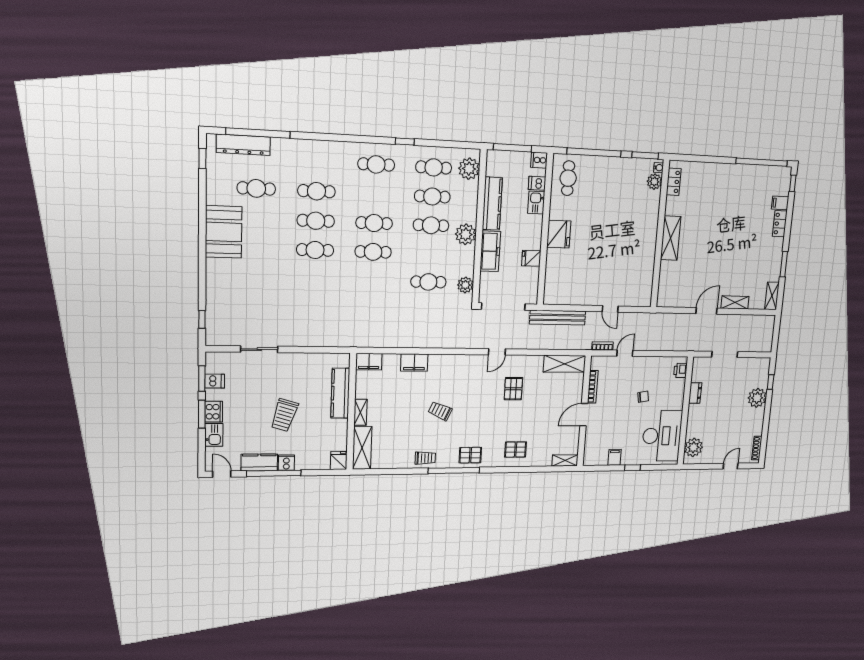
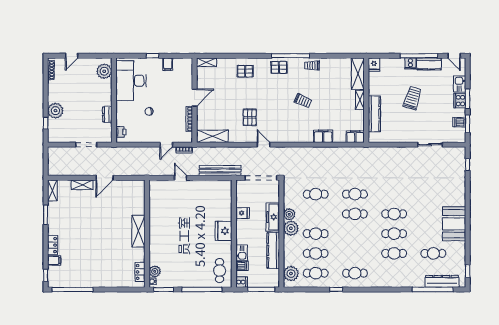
cafe table: (374, 223) -> (355, 194), moved
plant: (465, 285) -> (289, 214), moved
door: (497, 352) -> (264, 145), hinge flipped

